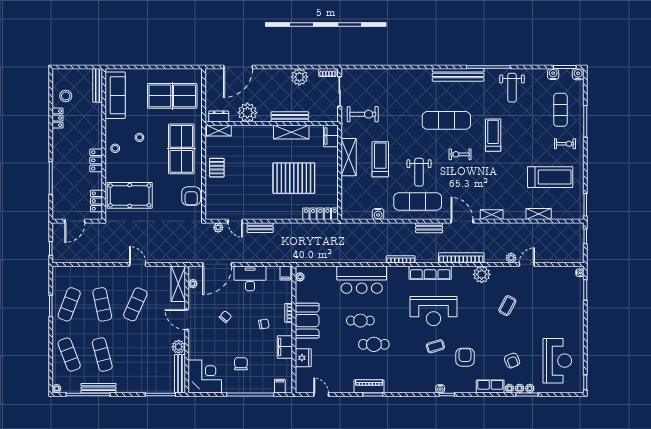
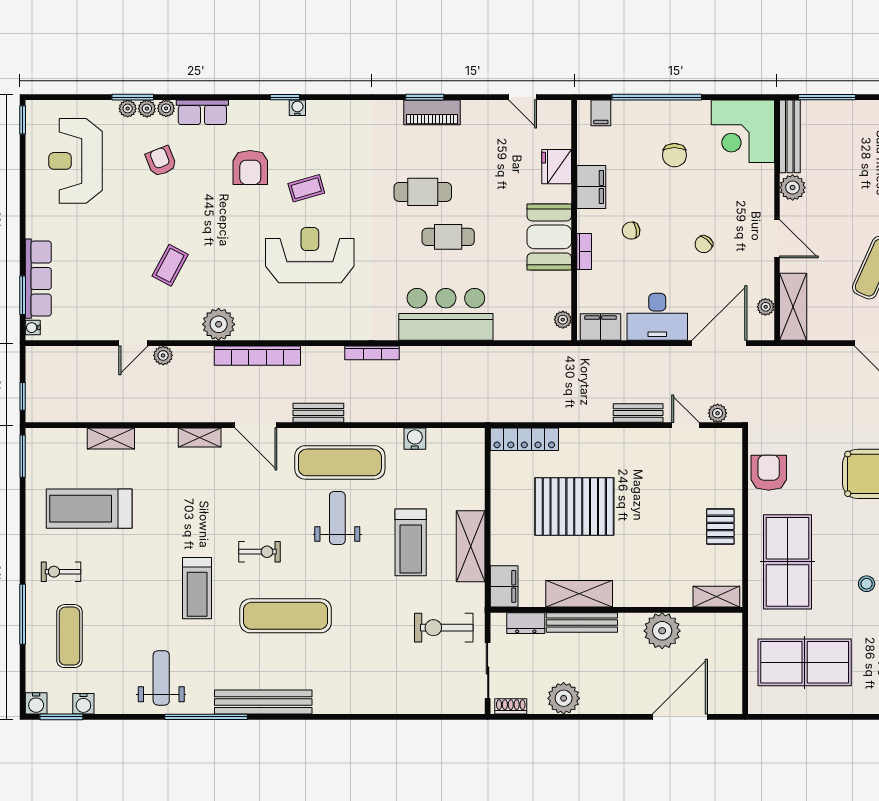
dresser: (219, 117) -> (526, 623), moved
filing cabinet: (285, 273) -> (600, 327), width x2.00
row of seats: (430, 273) -> (38, 279), moved, turned 90

